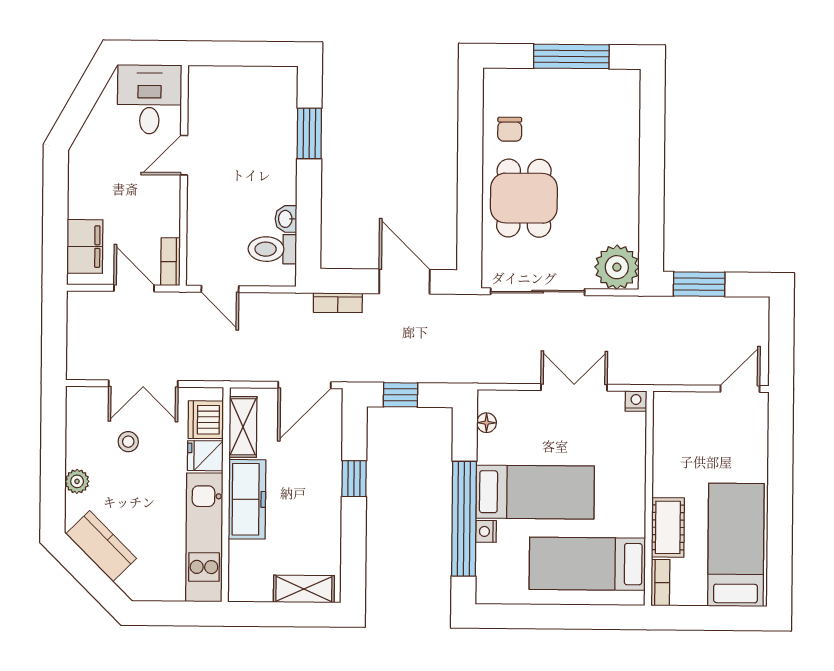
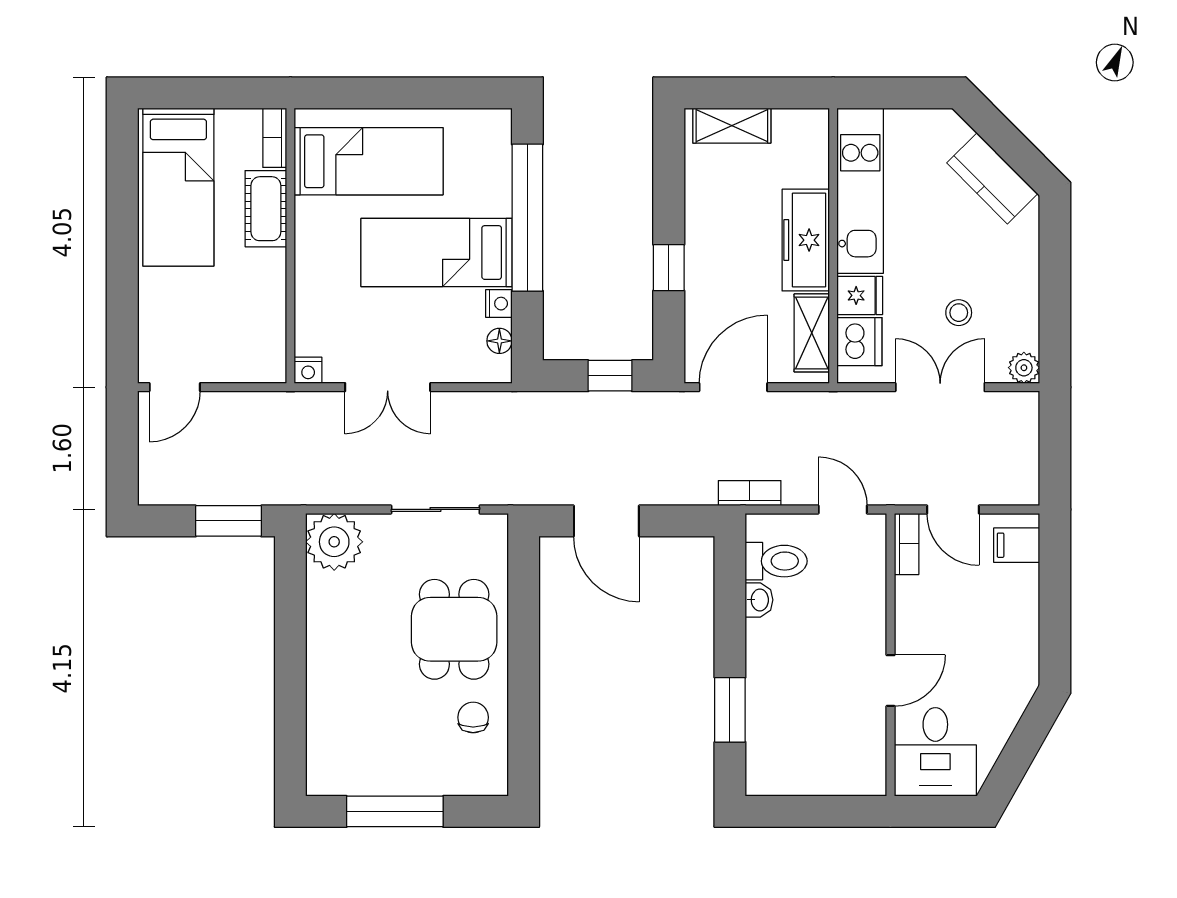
filing cabinet: (85, 246) -> (1017, 545), width x0.50
sliding door: (538, 292) -> (435, 509), width x0.73
bookcase: (338, 303) -> (750, 493), moved
plant: (77, 481) -> (1024, 368), moved
nightstand: (486, 531) -> (499, 304), moved

